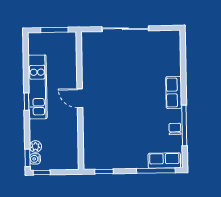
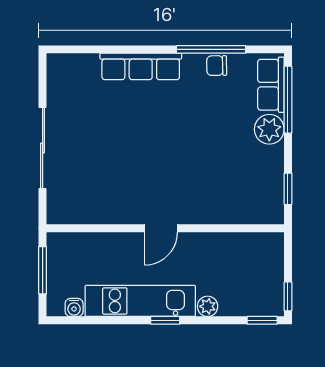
row of seats: (174, 93) -> (141, 66), width x1.48
plant: (35, 147) -> (208, 306), moved
water cooler: (35, 159) -> (74, 307), moved
plant: (138, 160) -> (269, 129), added

